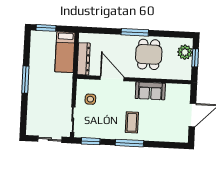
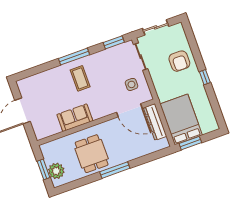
window: (46, 28) -> (190, 143), moved
bed: (65, 52) -> (181, 119), width x1.50
door: (112, 78) -> (129, 110), moved
window: (25, 80) -> (205, 77), width x0.46
armchair: (41, 102) -> (179, 61), added

